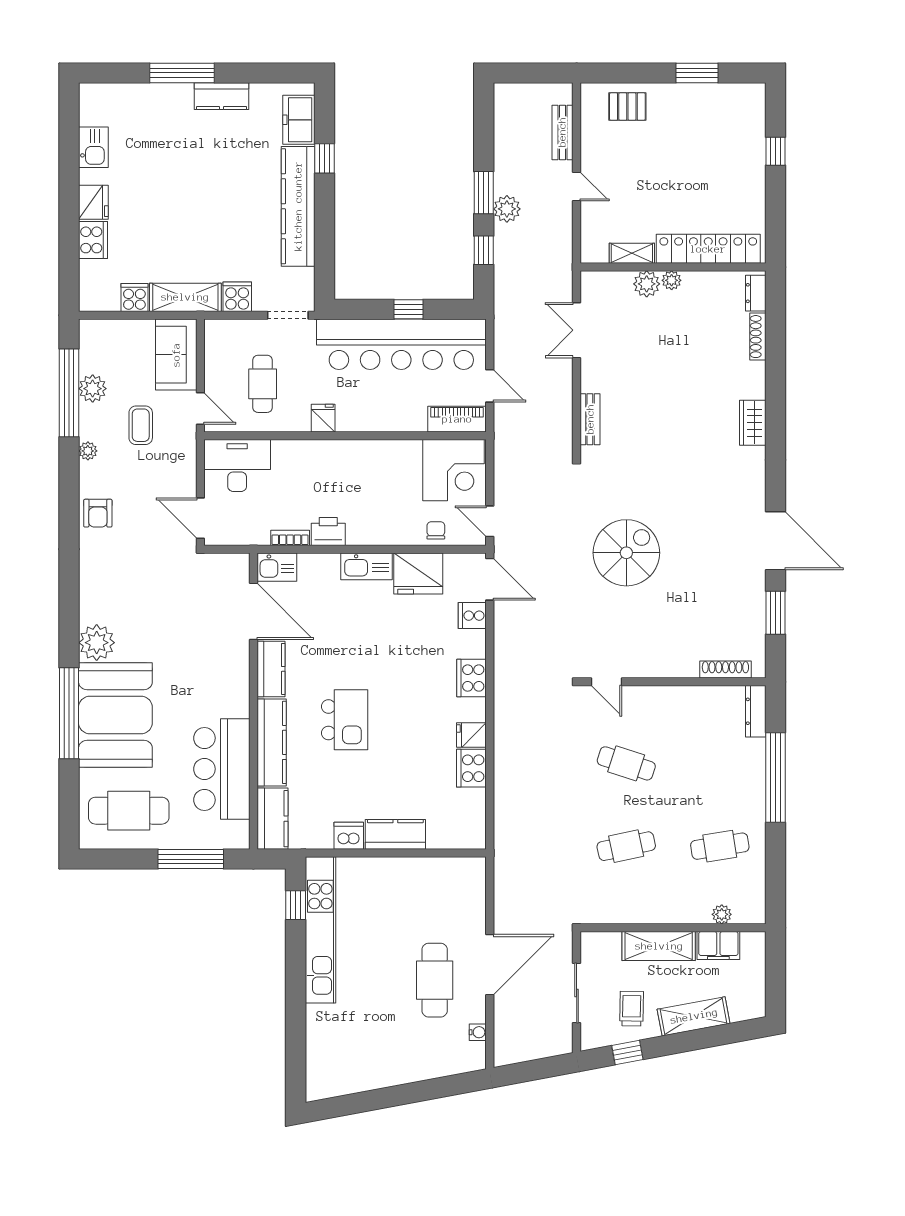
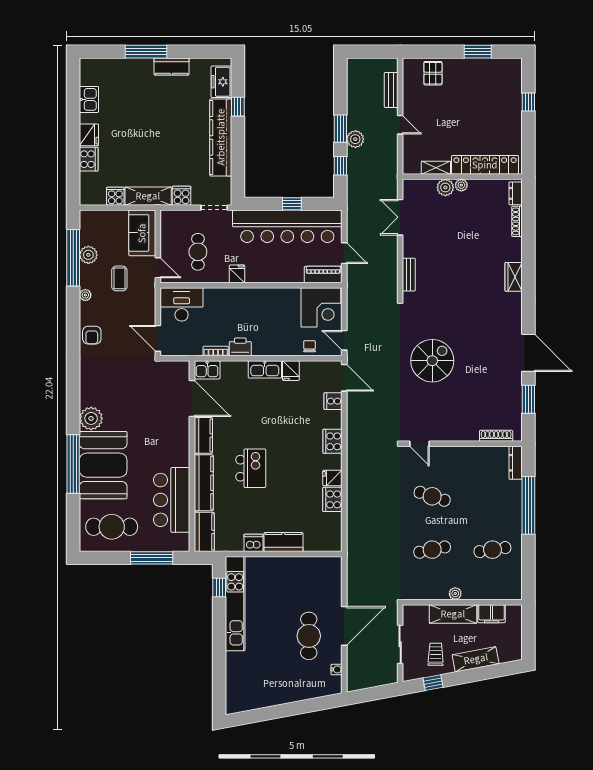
pallet: (627, 107) -> (433, 73), turned 90
fridge: (418, 573) -> (291, 371), width x0.53, depth x0.75
plant: (722, 914) -> (455, 594), moved

